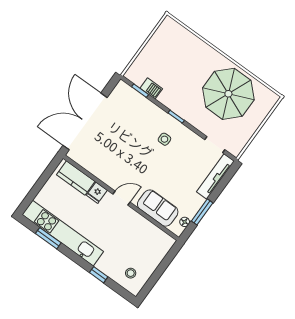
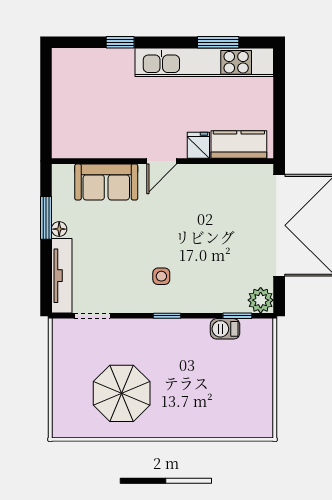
plant: (122, 90) -> (261, 300), added
parasol: (228, 94) -> (122, 393), width x0.73, depth x0.73
floor lamp: (185, 222) -> (59, 229), moved
stool: (131, 273) -> (81, 74), removed

